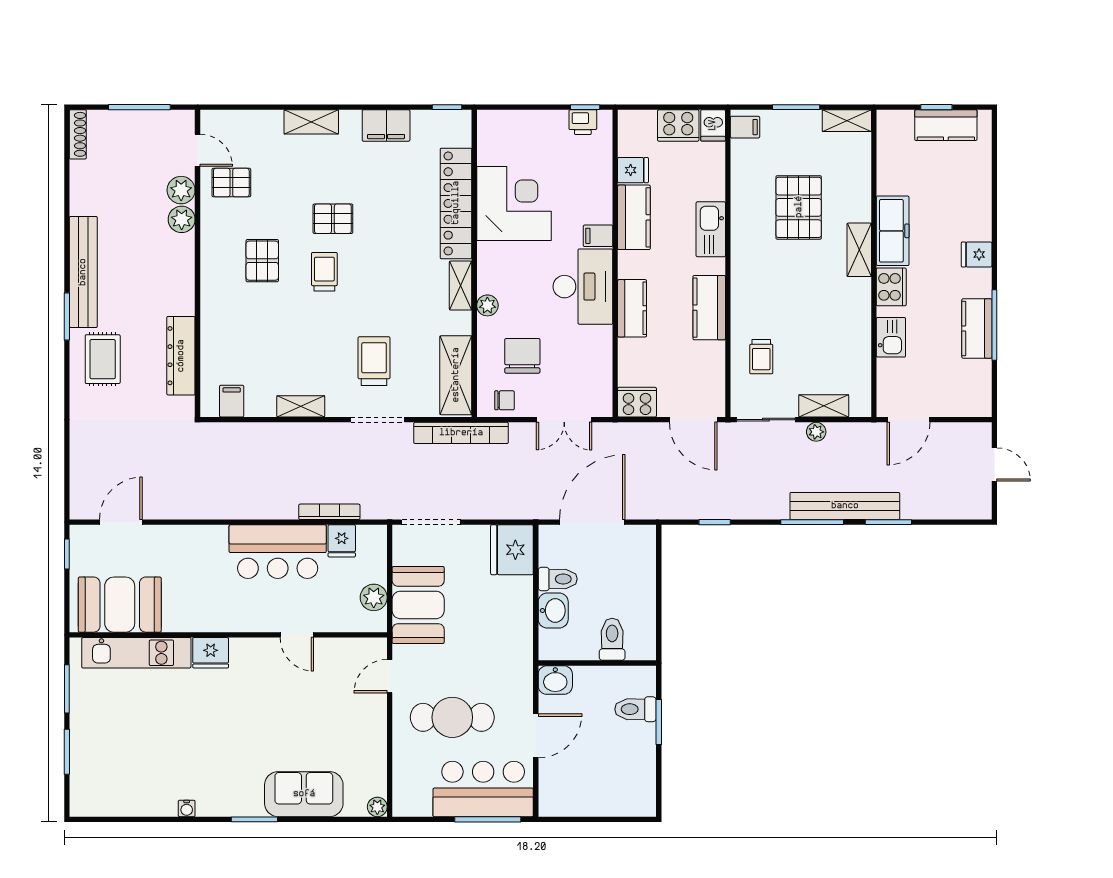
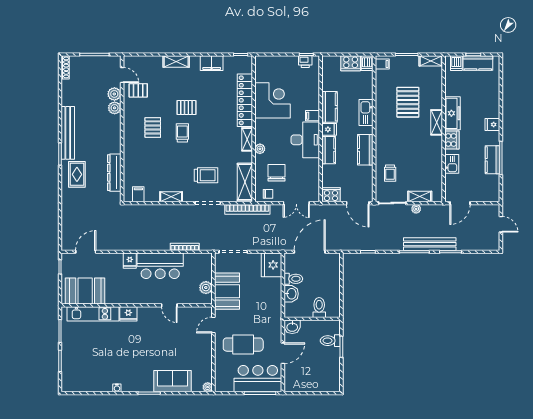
dishwasher: (901, 125) -> (456, 63), added
fridge: (633, 170) -> (329, 129), moved
trolley: (374, 361) -> (206, 175), turned 90
fridge: (342, 541) -> (130, 261), moved

